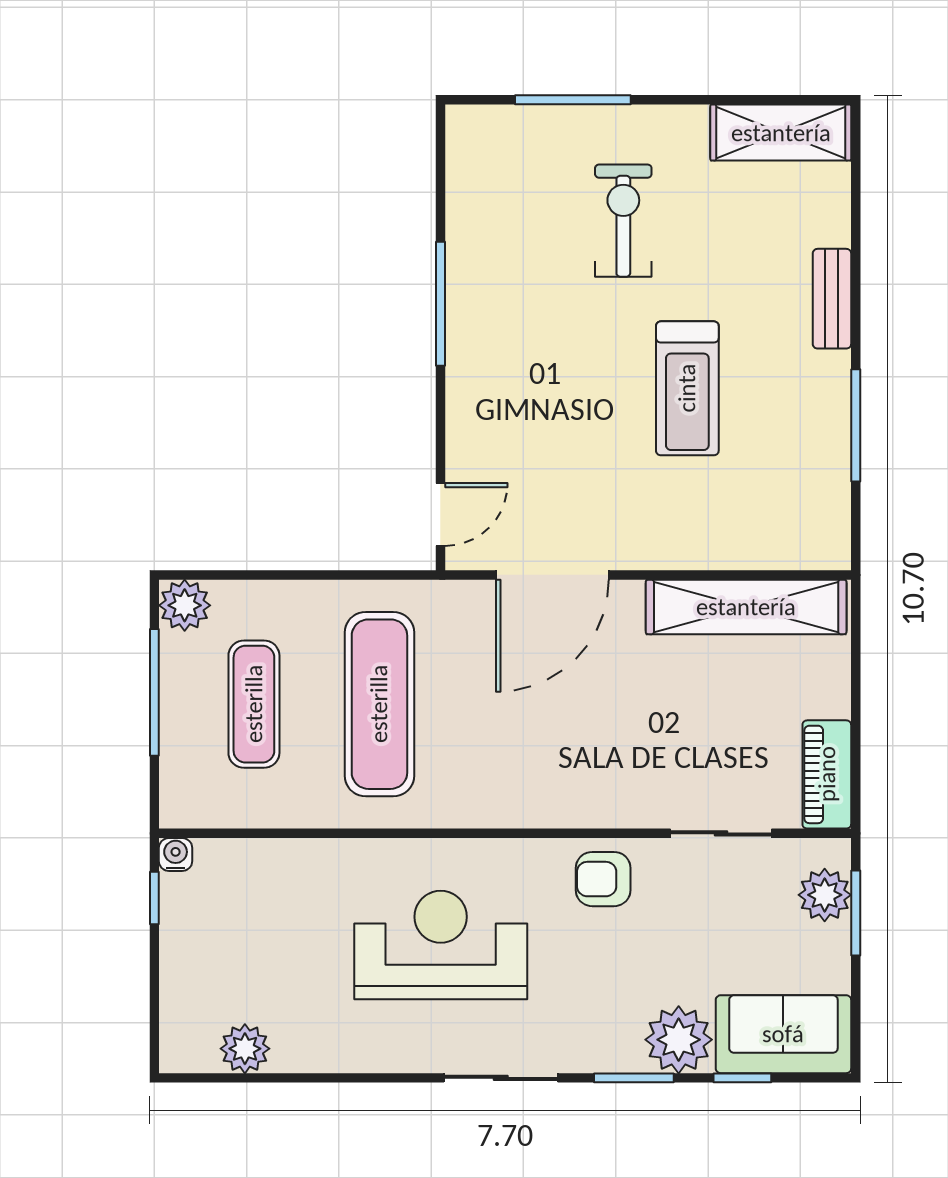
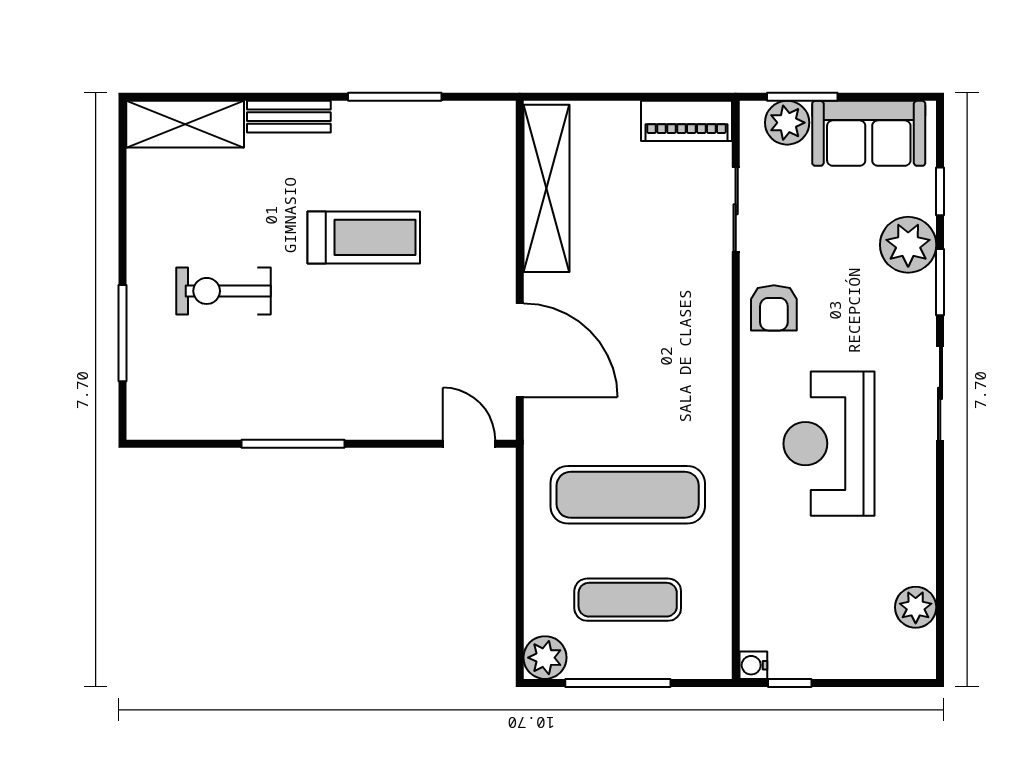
shelving: (781, 133) -> (185, 124), moved, turned 90
sofa: (783, 1034) -> (869, 133), moved, turned -90

